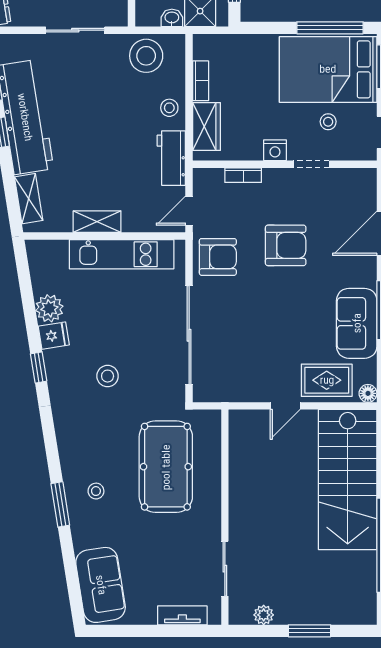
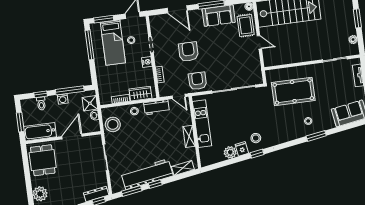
bed: (328, 69) -> (113, 43), width x0.67
stool: (108, 376) -> (256, 138), moved

